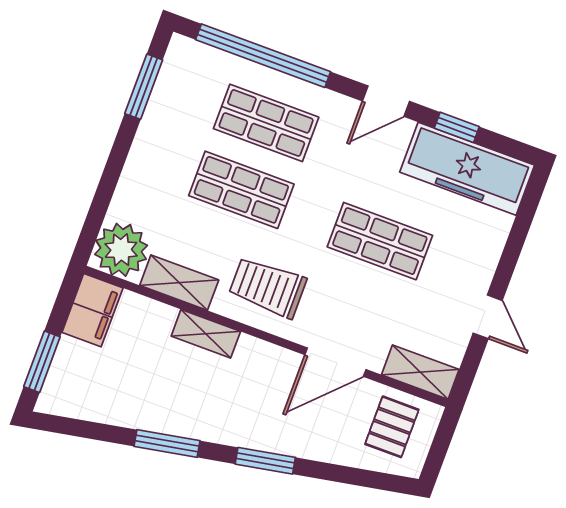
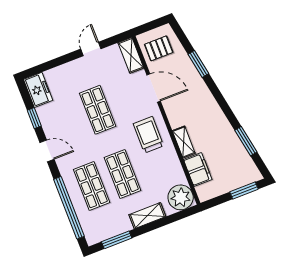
freezer: (467, 169) -> (38, 90), width x0.52, depth x0.79
shelving: (179, 283) -> (147, 216), moved, turned 90
trolley: (268, 287) -> (148, 135), turned 180
filing cabinet: (92, 310) -> (198, 169), moved, turned 90
window: (167, 443) -> (246, 141), moved
window: (265, 461) -> (198, 64), moved

